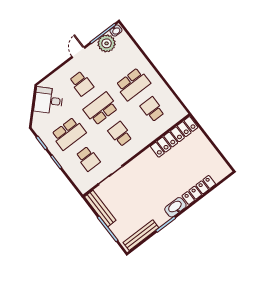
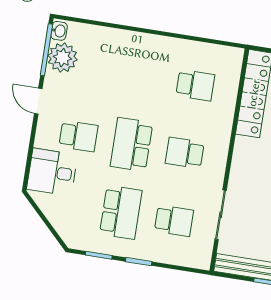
school desk: (133, 84) -> (142, 77), removed
desk: (48, 101) -> (52, 172), moved, turned 45
school desk: (152, 109) -> (195, 85), turned 180

